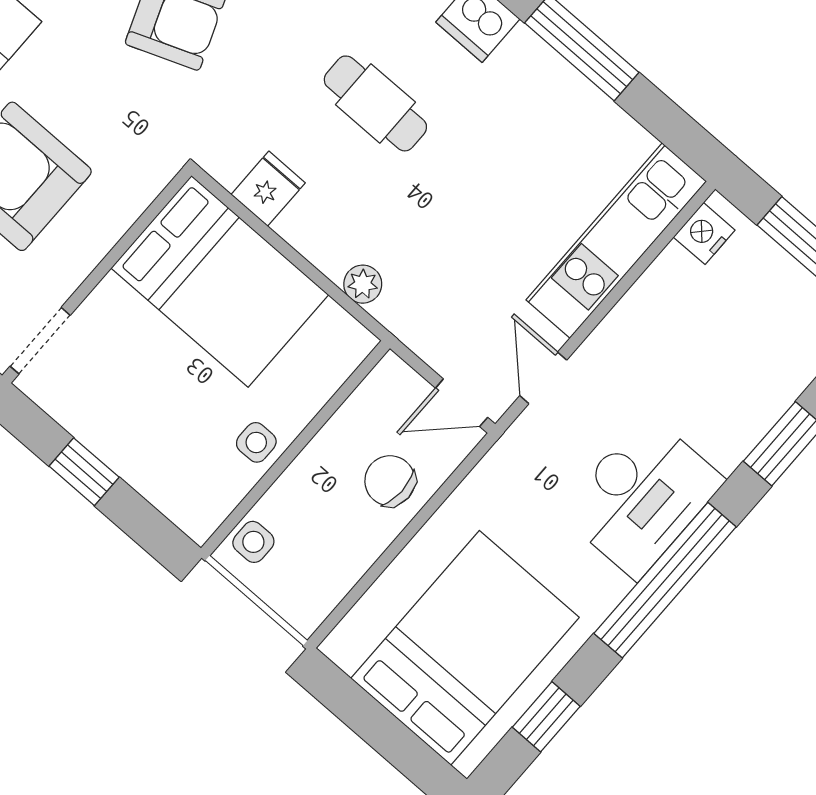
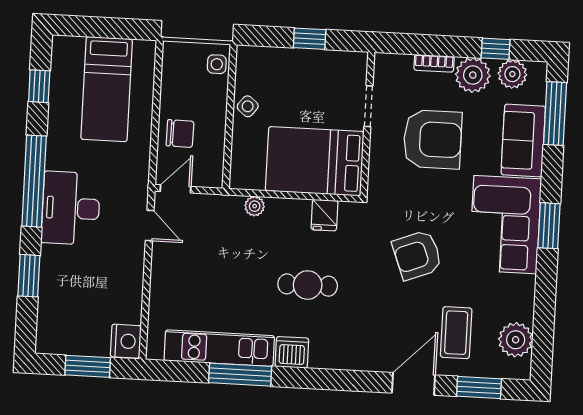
nightstand: (704, 234) -> (126, 341), width x1.36, depth x1.33
kitchen unit: (616, 241) -> (219, 348), moved, turned -90
doorway: (40, 341) -> (368, 106), moved
side table: (256, 442) -> (248, 106), turned 38
bed: (465, 648) -> (107, 89), width x0.67

